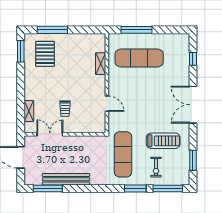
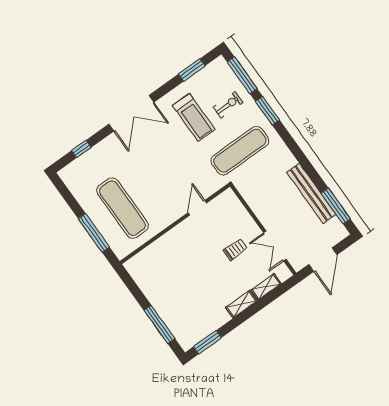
pallet: (45, 54) -> (191, 314), removed
shelving: (101, 64) -> (241, 304), moved
treadmill: (163, 141) -> (194, 117), turned 180

